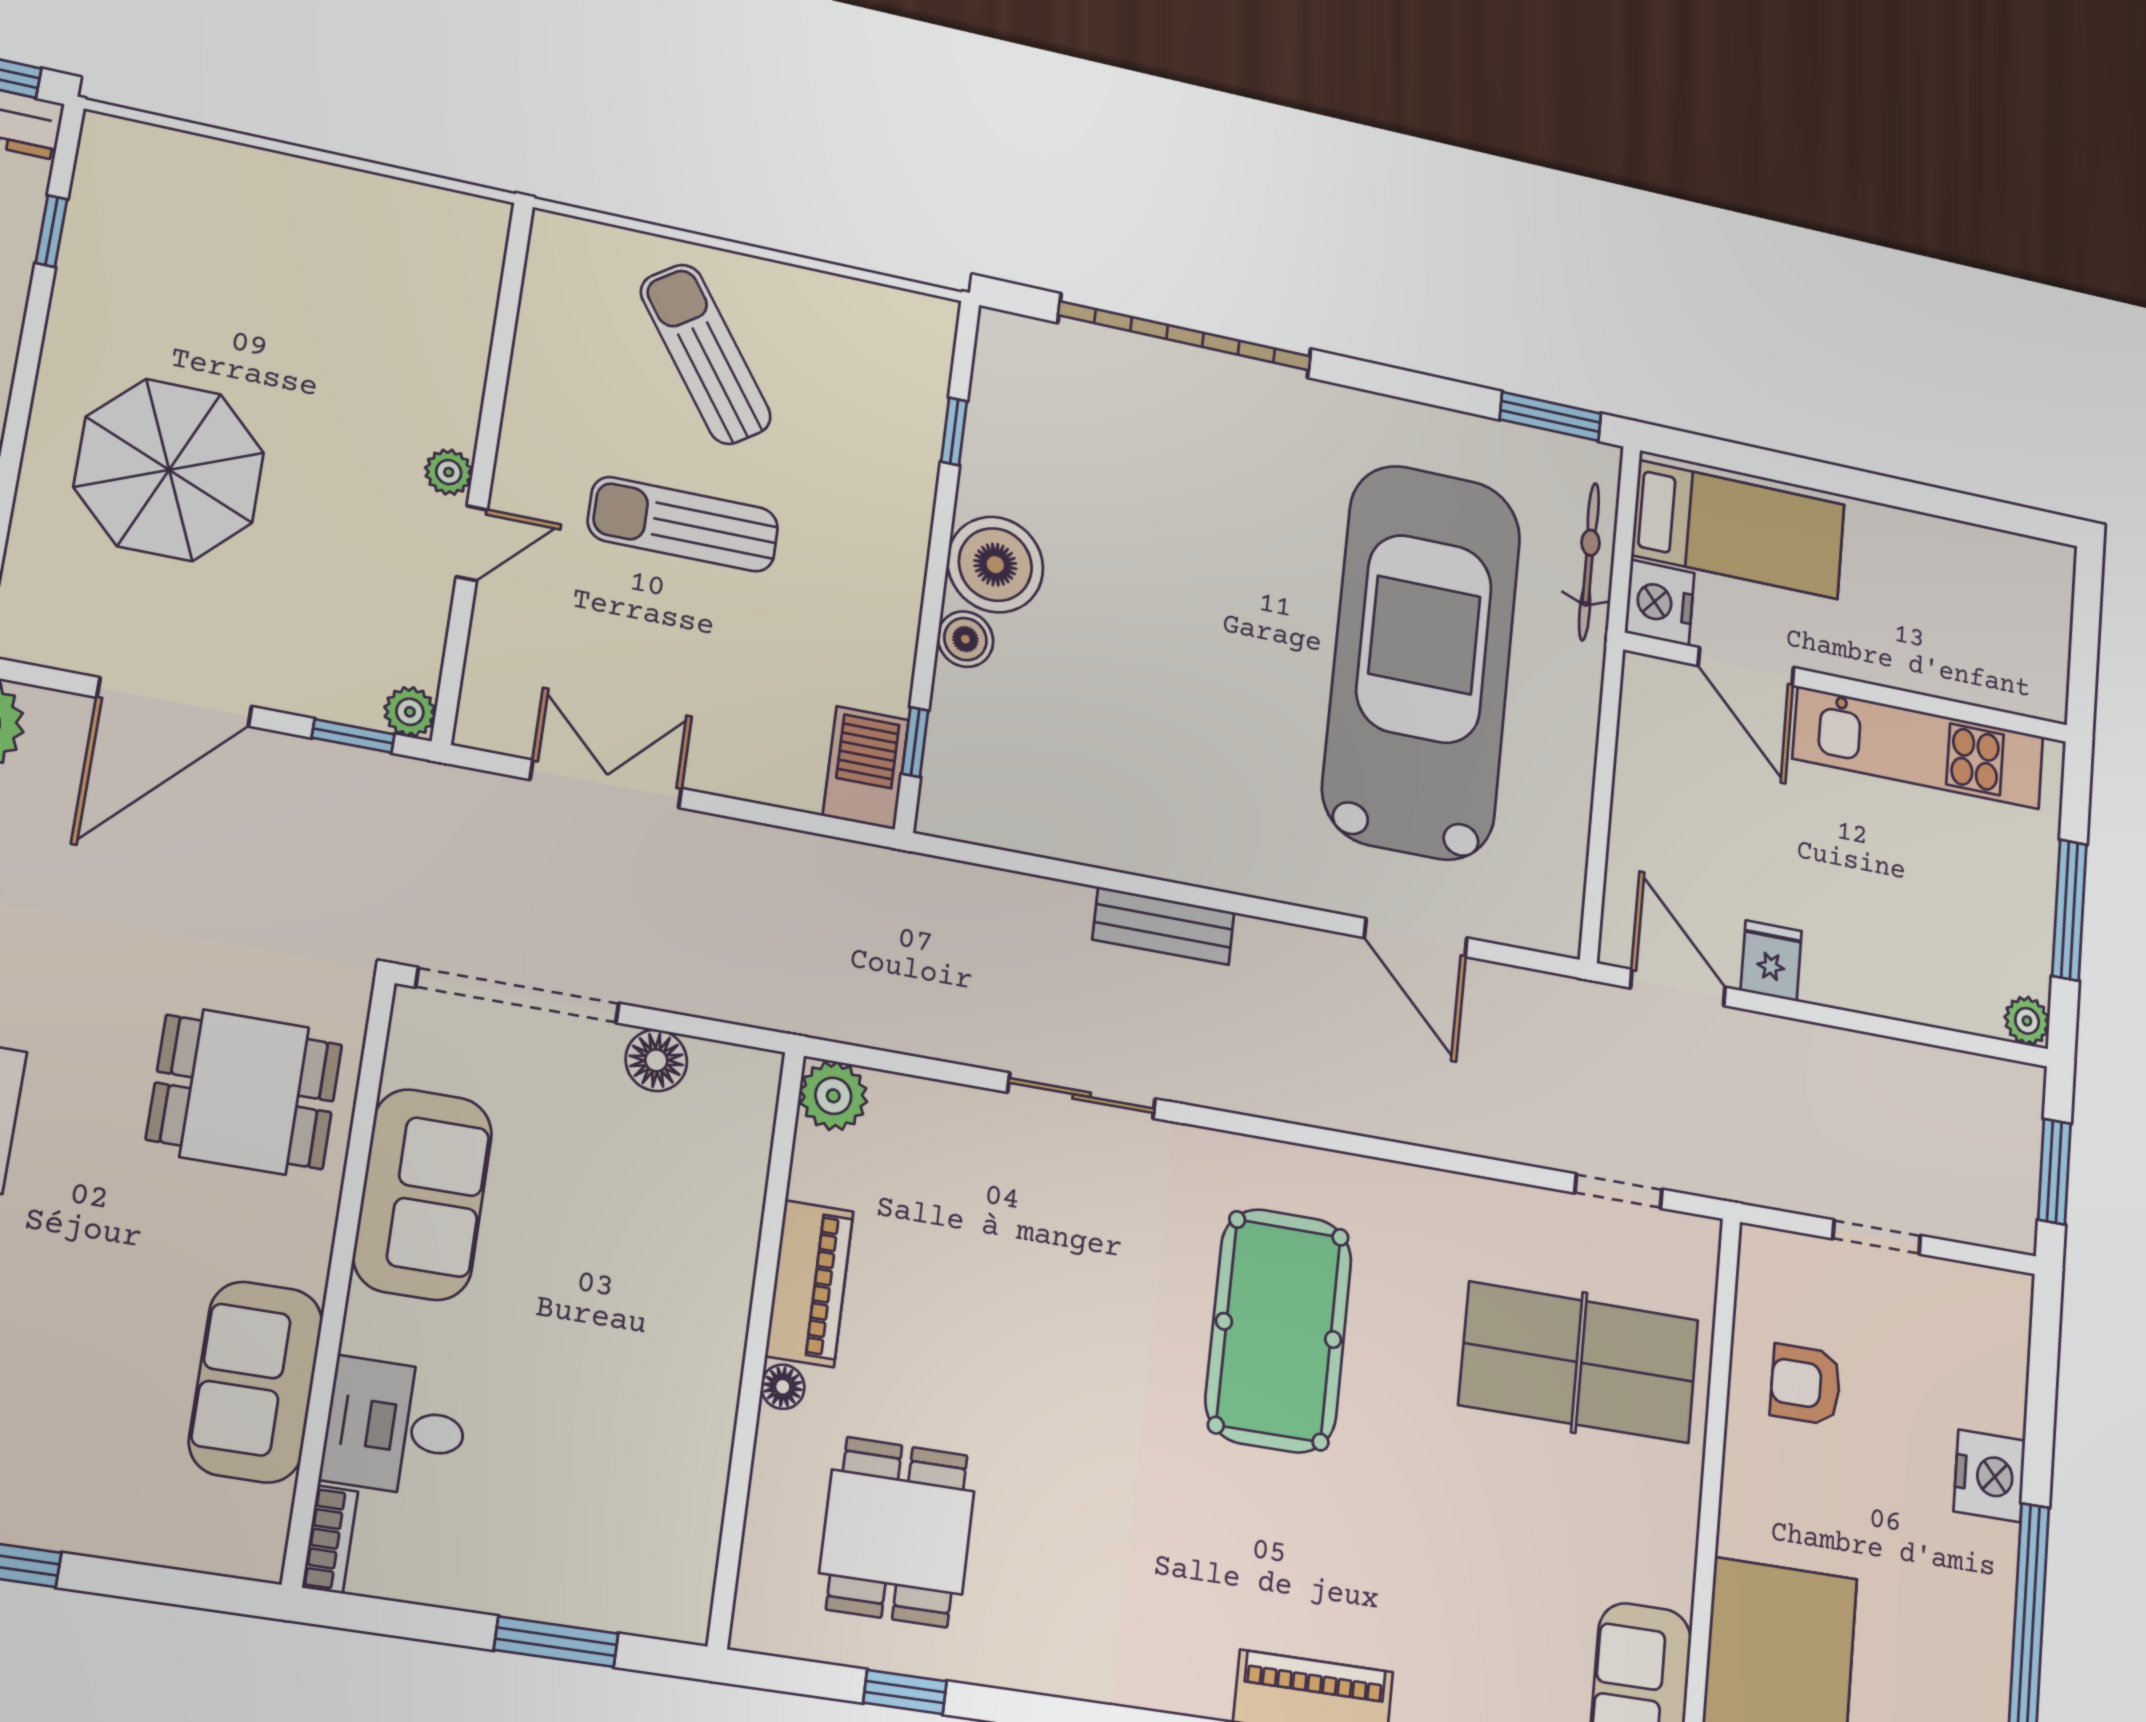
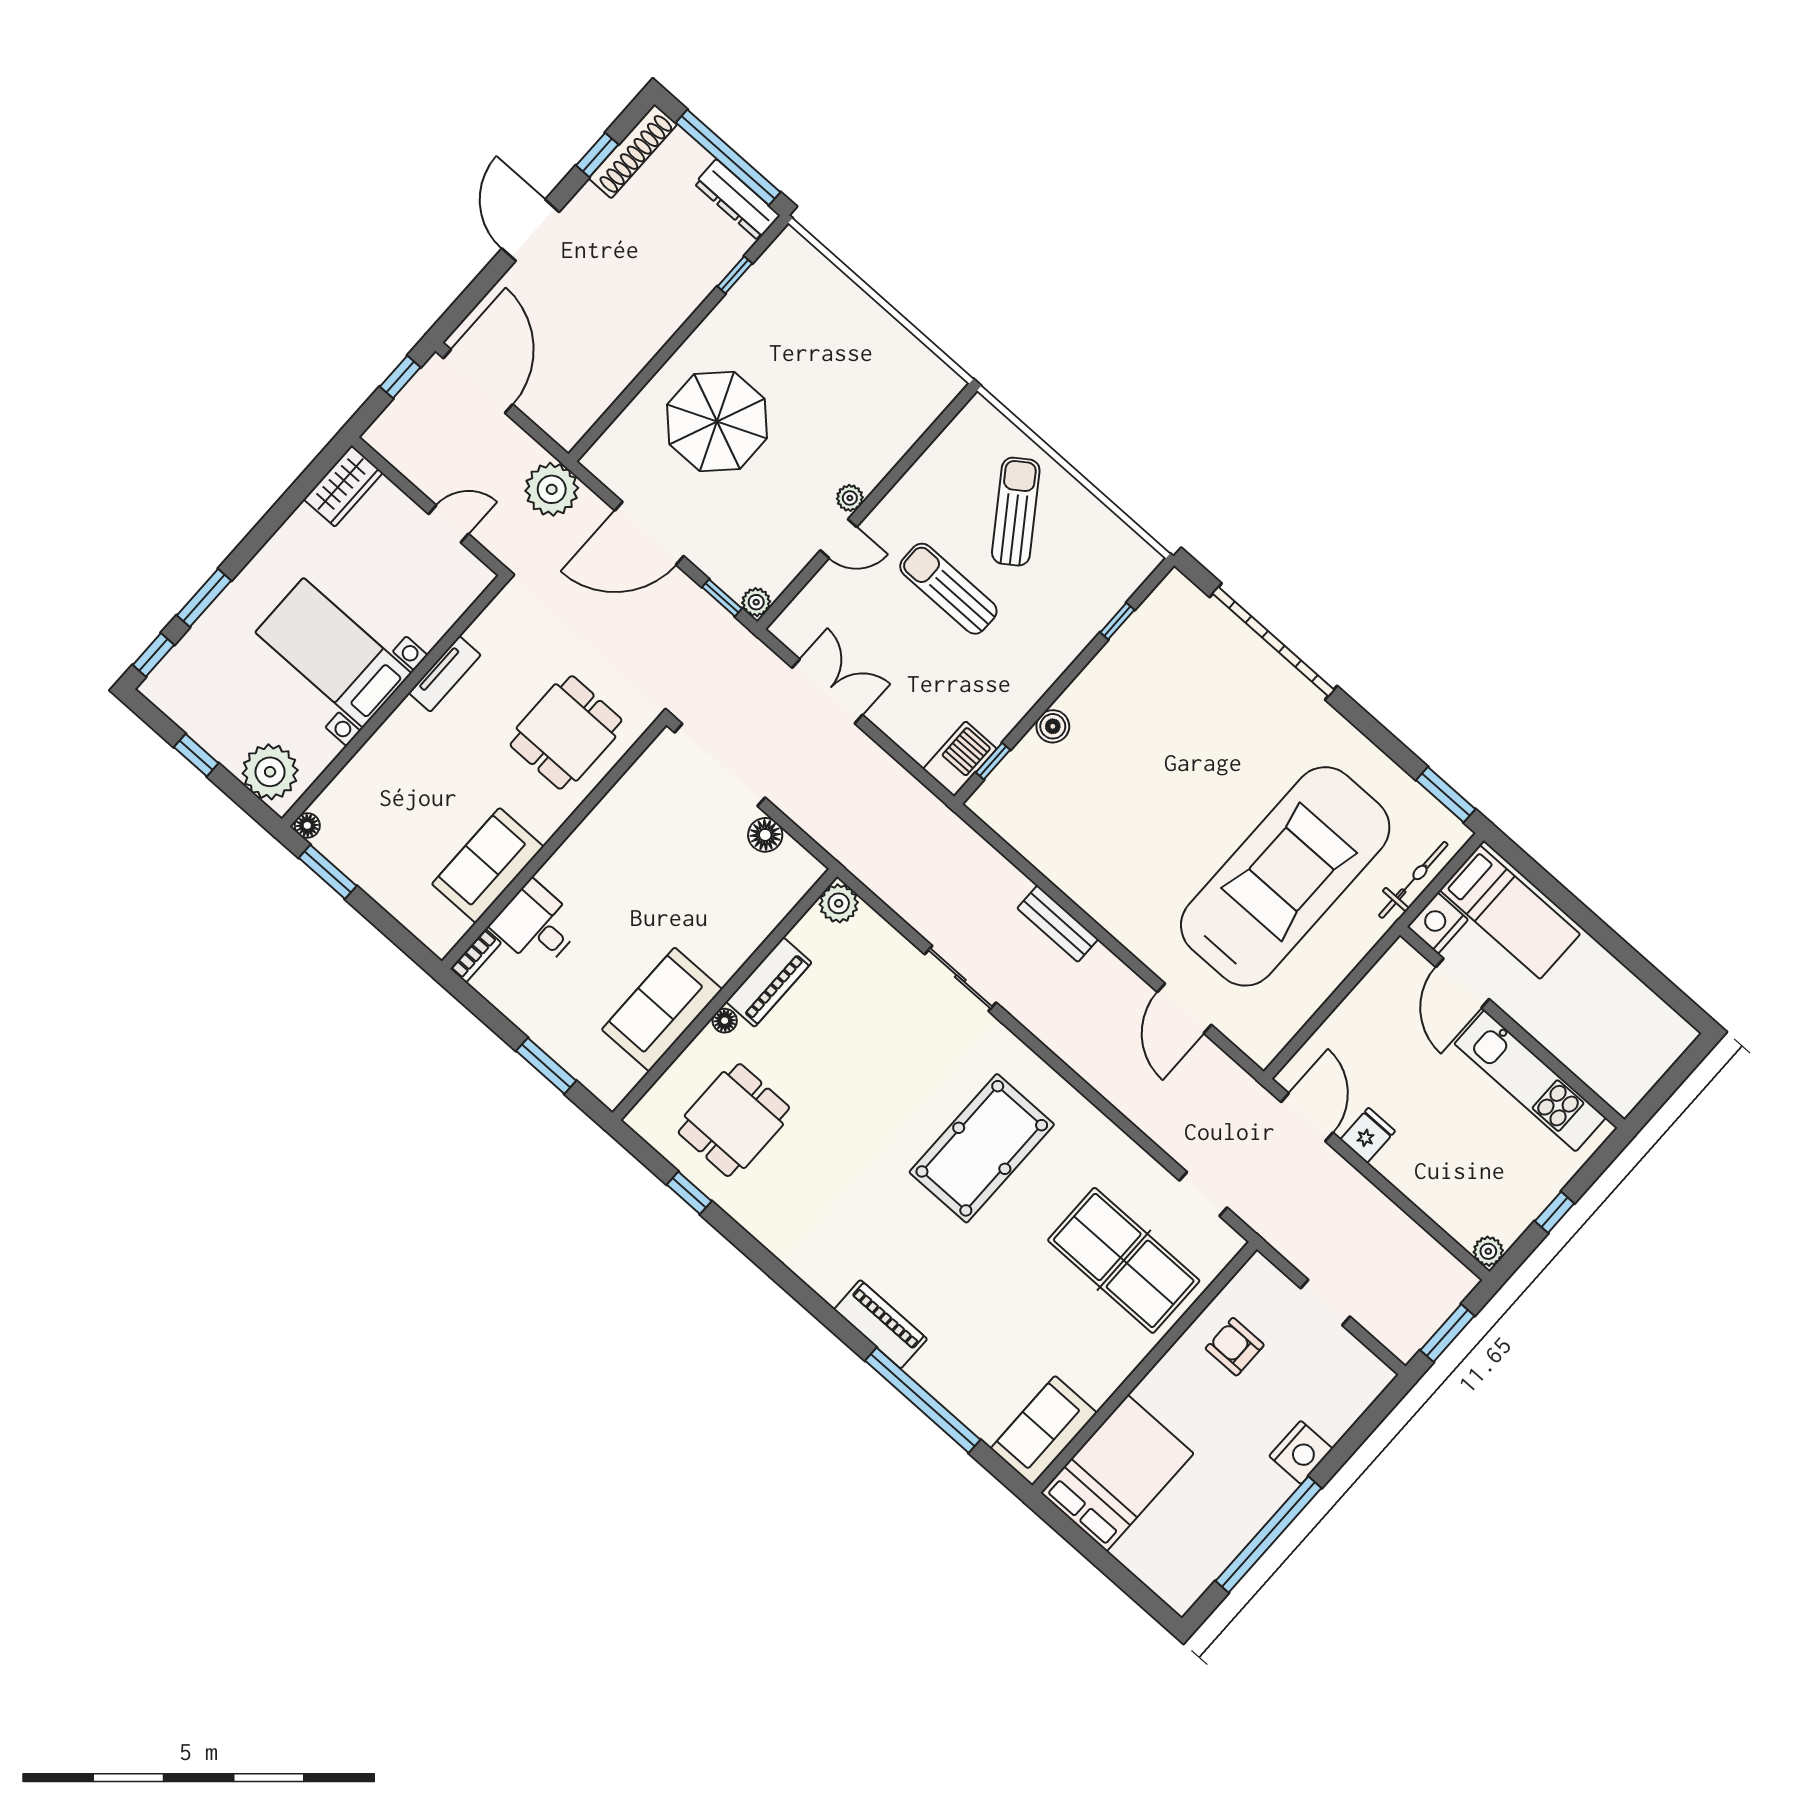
boiler: (995, 565) -> (1093, 699), removed
window: (2069, 910) -> (1555, 1212), width x0.46
dining table: (244, 1092) -> (566, 732), turned 90
sofa: (423, 1194) -> (662, 1009), moved, turned 180

